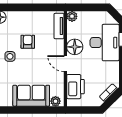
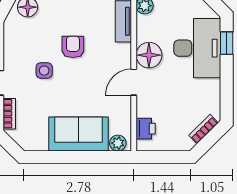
door: (65, 64) -> (134, 82), hinge flipped
printer: (75, 87) -> (146, 129), width x0.53, depth x0.68

